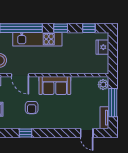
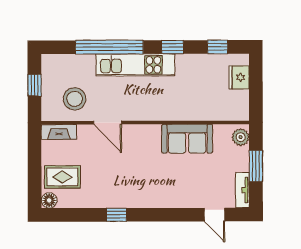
sofa: (55, 85) -> (187, 139), moved
window: (113, 103) -> (256, 166), width x0.69
armchair: (32, 108) -> (126, 174), removed

